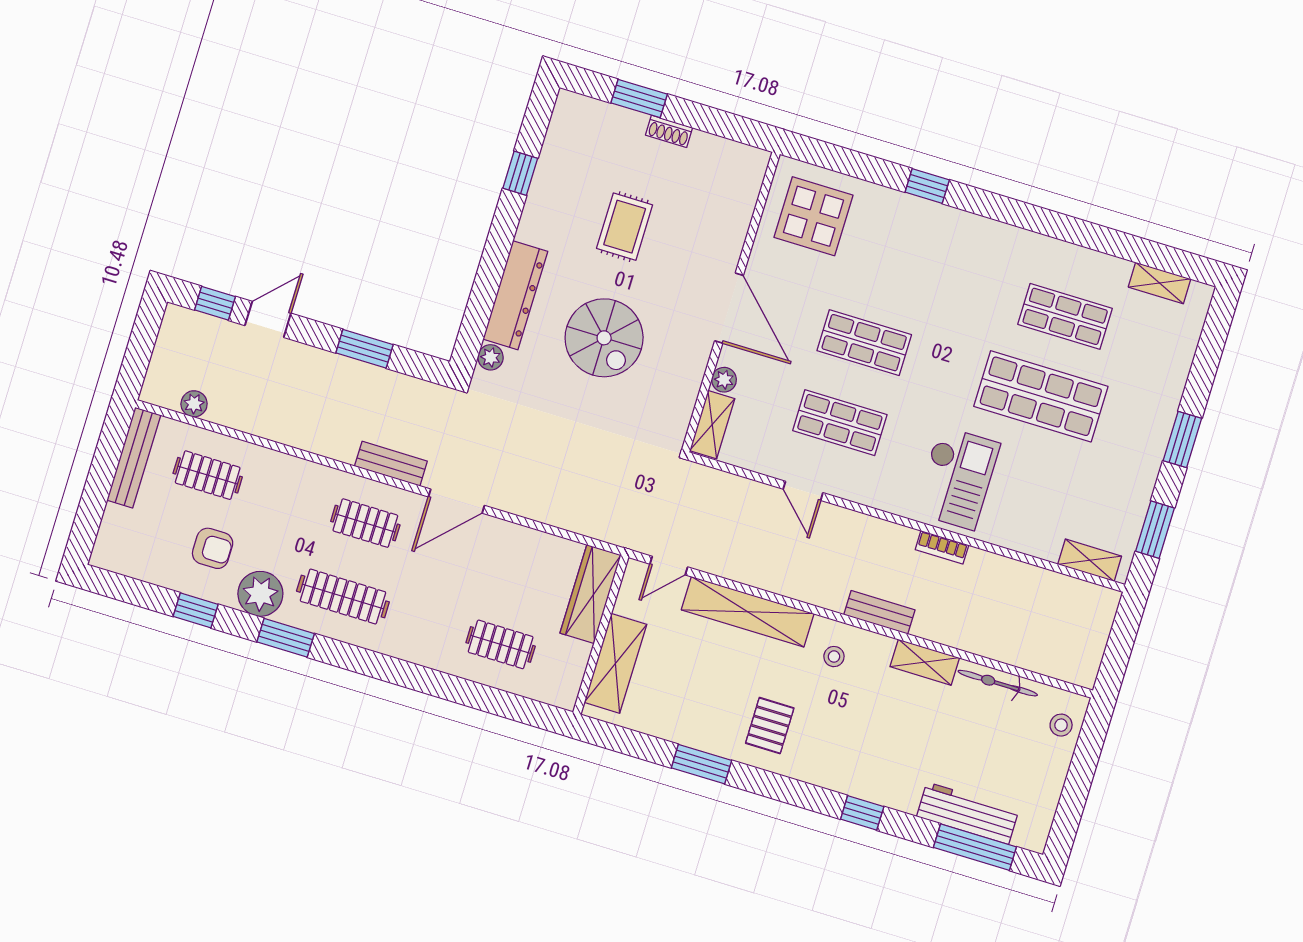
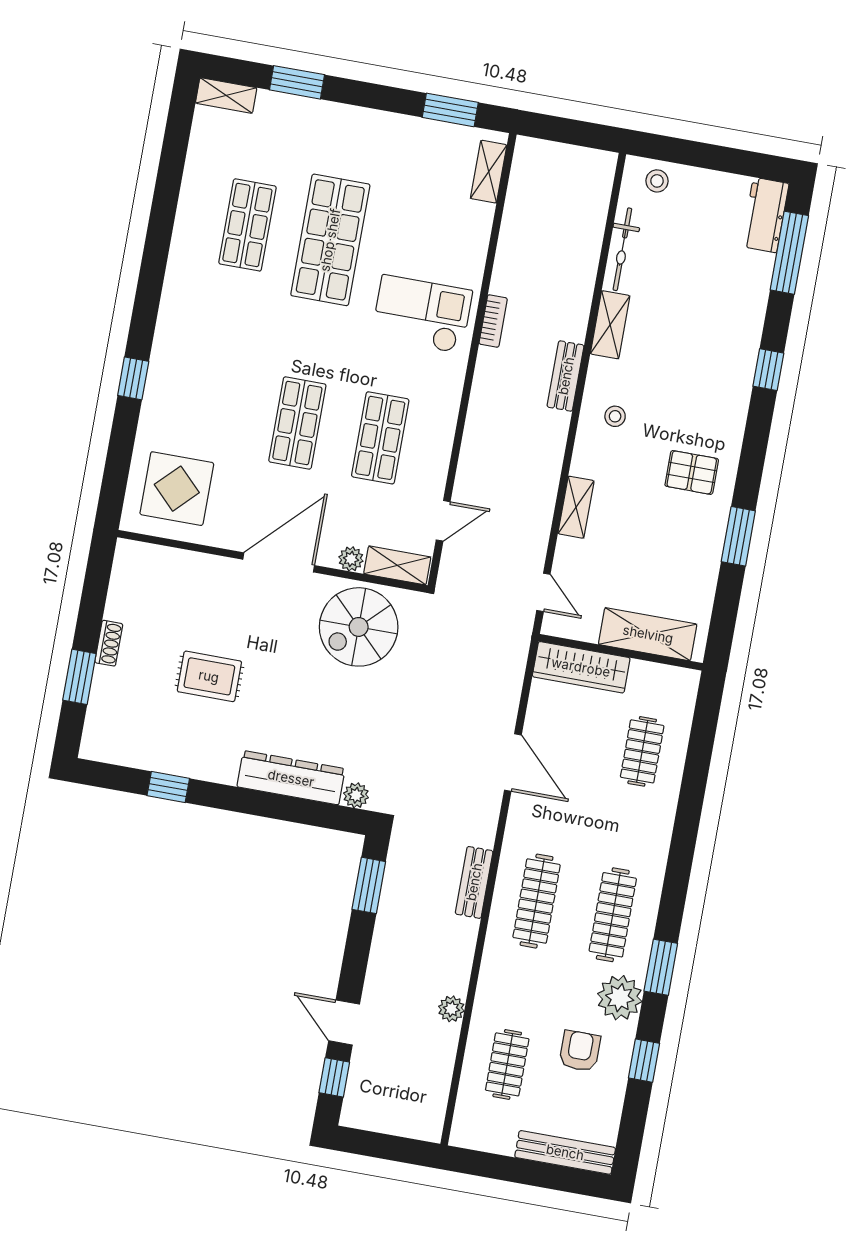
shelving: (1160, 283) -> (226, 95), moved, turned 90
spiral stairs: (604, 338) -> (359, 627), moved, turned 180
window: (364, 349) -> (369, 885), moved
plant: (194, 404) -> (451, 1009), moved
window: (1182, 439) -> (297, 82), moved
bench: (134, 458) -> (565, 1152), moved
door: (803, 491) -> (443, 521), moved
door: (456, 501) -> (513, 763), moved
clothes rail: (365, 523) -> (537, 901), width x1.36
shelving: (748, 612) -> (576, 507), width x0.45, depth x0.75
workbench: (968, 813) -> (765, 215), moved, width x0.73

